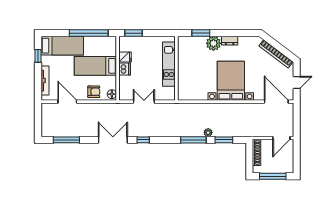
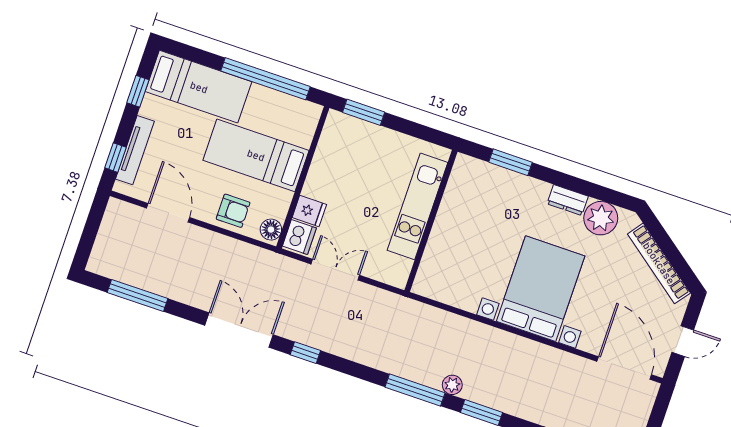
plant: (213, 43) -> (601, 218), moved
fridge: (125, 57) -> (309, 211), moved
dishwasher: (125, 69) -> (299, 237), moved
window: (38, 86) -> (115, 158), added

